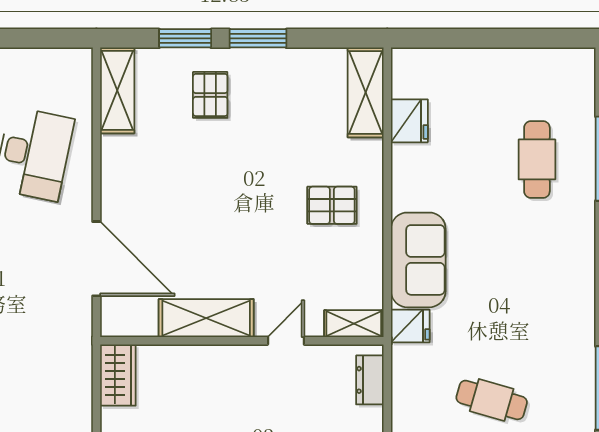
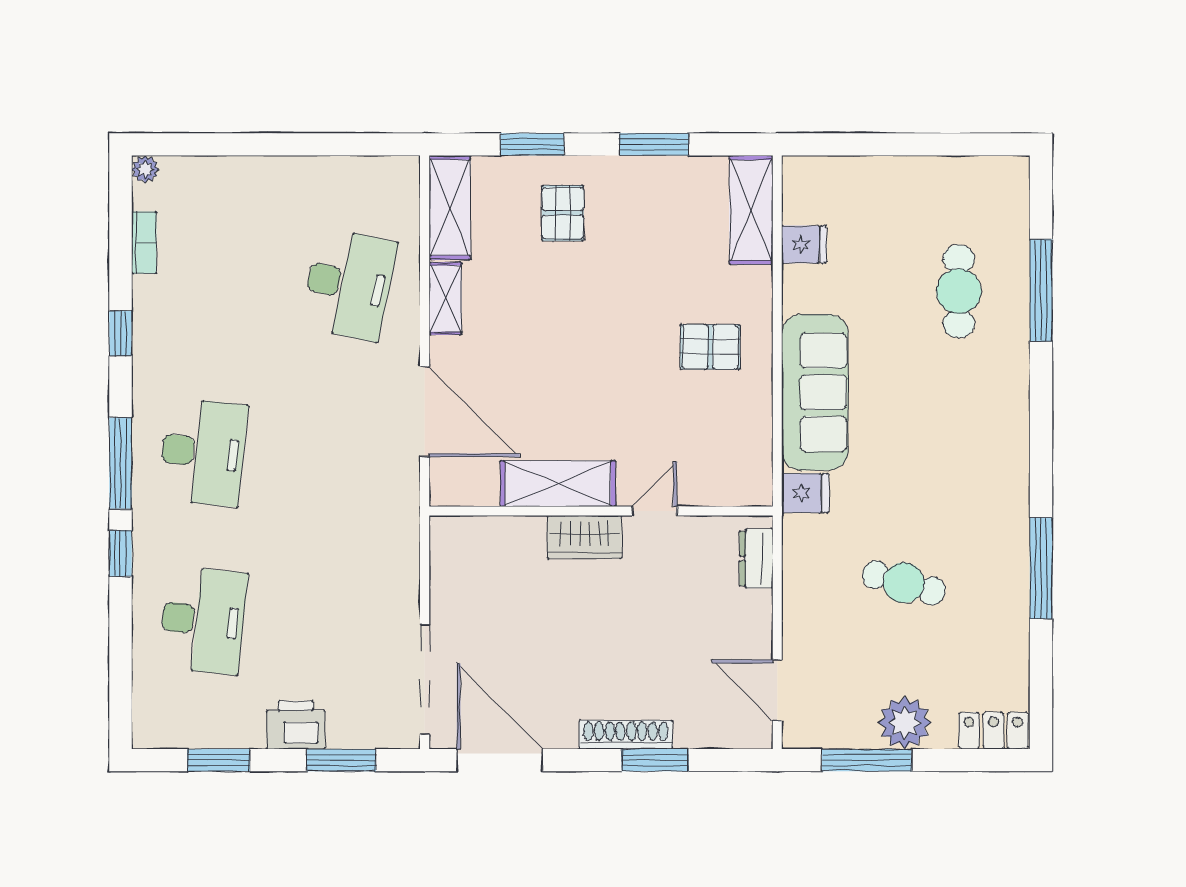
window: (258, 38) -> (654, 144), moved
fridge: (409, 121) -> (804, 244), width x0.72
sofa: (418, 260) -> (815, 392), width x1.36
shelving: (354, 324) -> (445, 299), moved, turned 90
wardrobe: (118, 375) -> (584, 537), moved, turned 90

